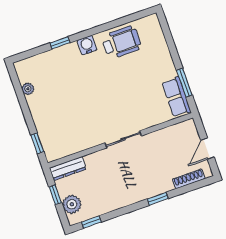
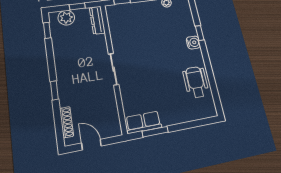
wheelchair: (122, 42) -> (196, 82), turned 180
water cooler: (87, 45) -> (193, 43), moved

